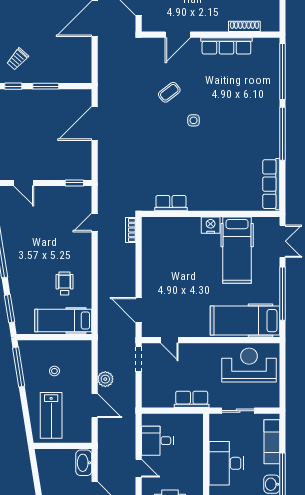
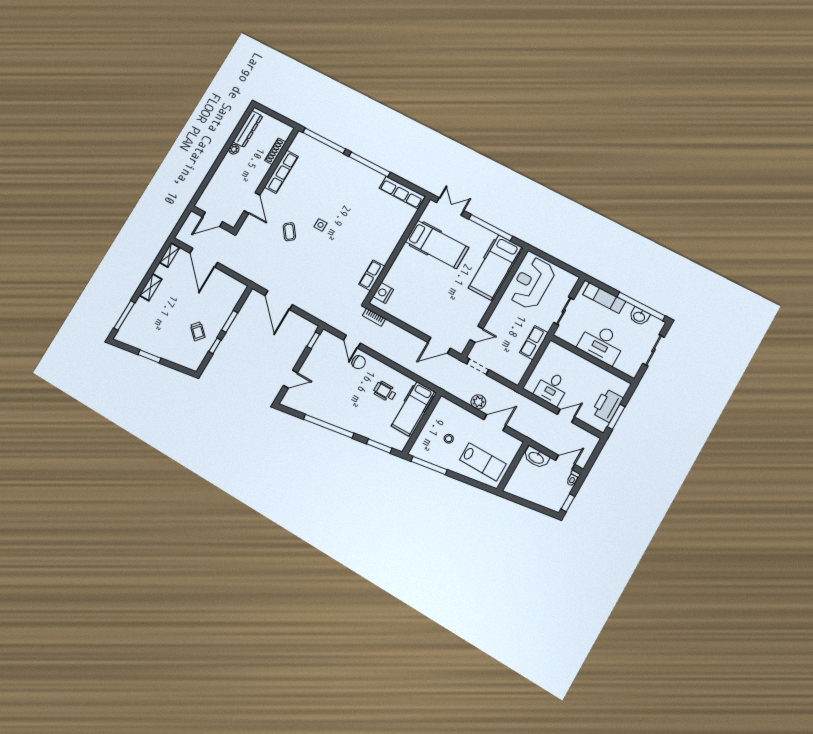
nightstand: (211, 225) -> (383, 293), moved
chair: (78, 241) -> (359, 362), added

